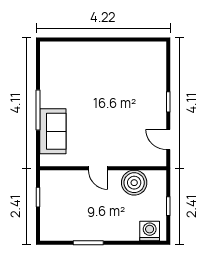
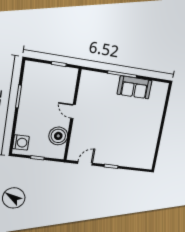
sofa: (53, 131) -> (135, 87), moved
door: (98, 168) -> (73, 111), hinge flipped

